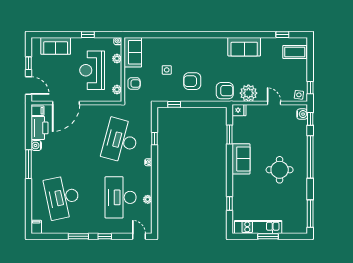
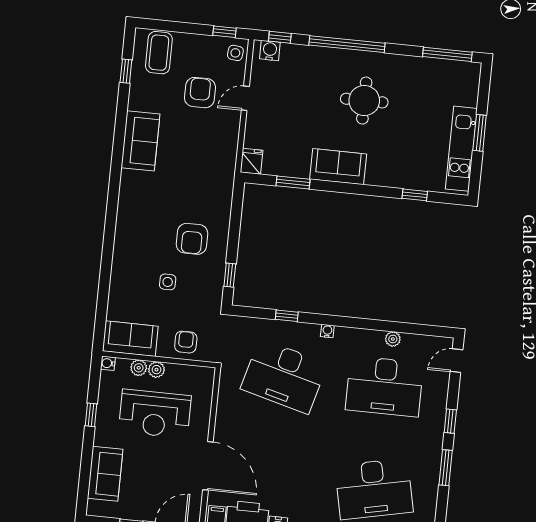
plant: (117, 90) -> (157, 370), moved
armchair: (225, 91) -> (200, 93), moved
plant: (248, 93) -> (223, 142), removed

